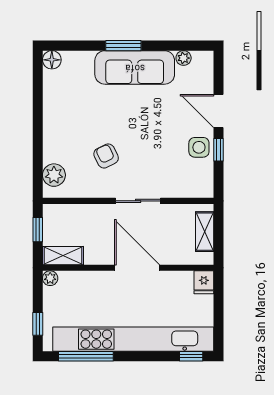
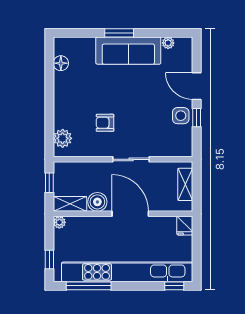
floor lamp: (52, 60) -> (61, 63), moved
armchair: (106, 156) -> (105, 123), turned -64
boiler: (97, 253) -> (97, 202), added

